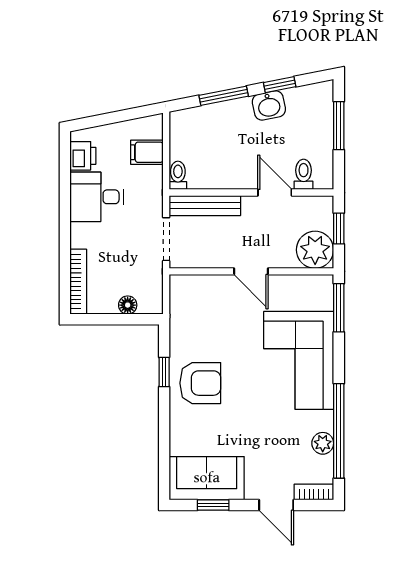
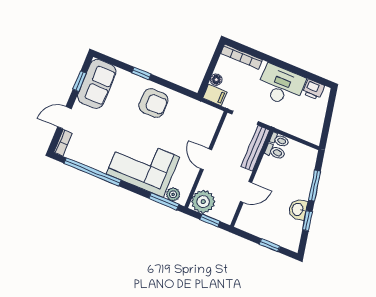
window: (339, 126) -> (270, 245), width x0.67
filing cabinet: (147, 152) -> (215, 95), moved, turned 90
toilet: (304, 174) -> (275, 152), moved
desk: (97, 197) -> (281, 85), width x1.37
door: (251, 271) -> (206, 159), hinge flipped
window: (164, 372) -> (141, 73), moved
armchair: (200, 383) -> (153, 103), turned -90
plant: (323, 443) -> (173, 194), moved

